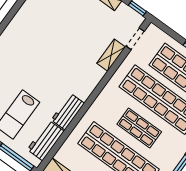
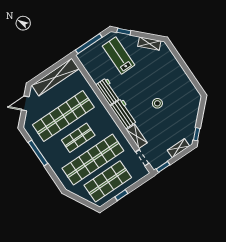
stool: (60, 44) -> (157, 103), added
workbench: (46, 141) -> (124, 114), moved

